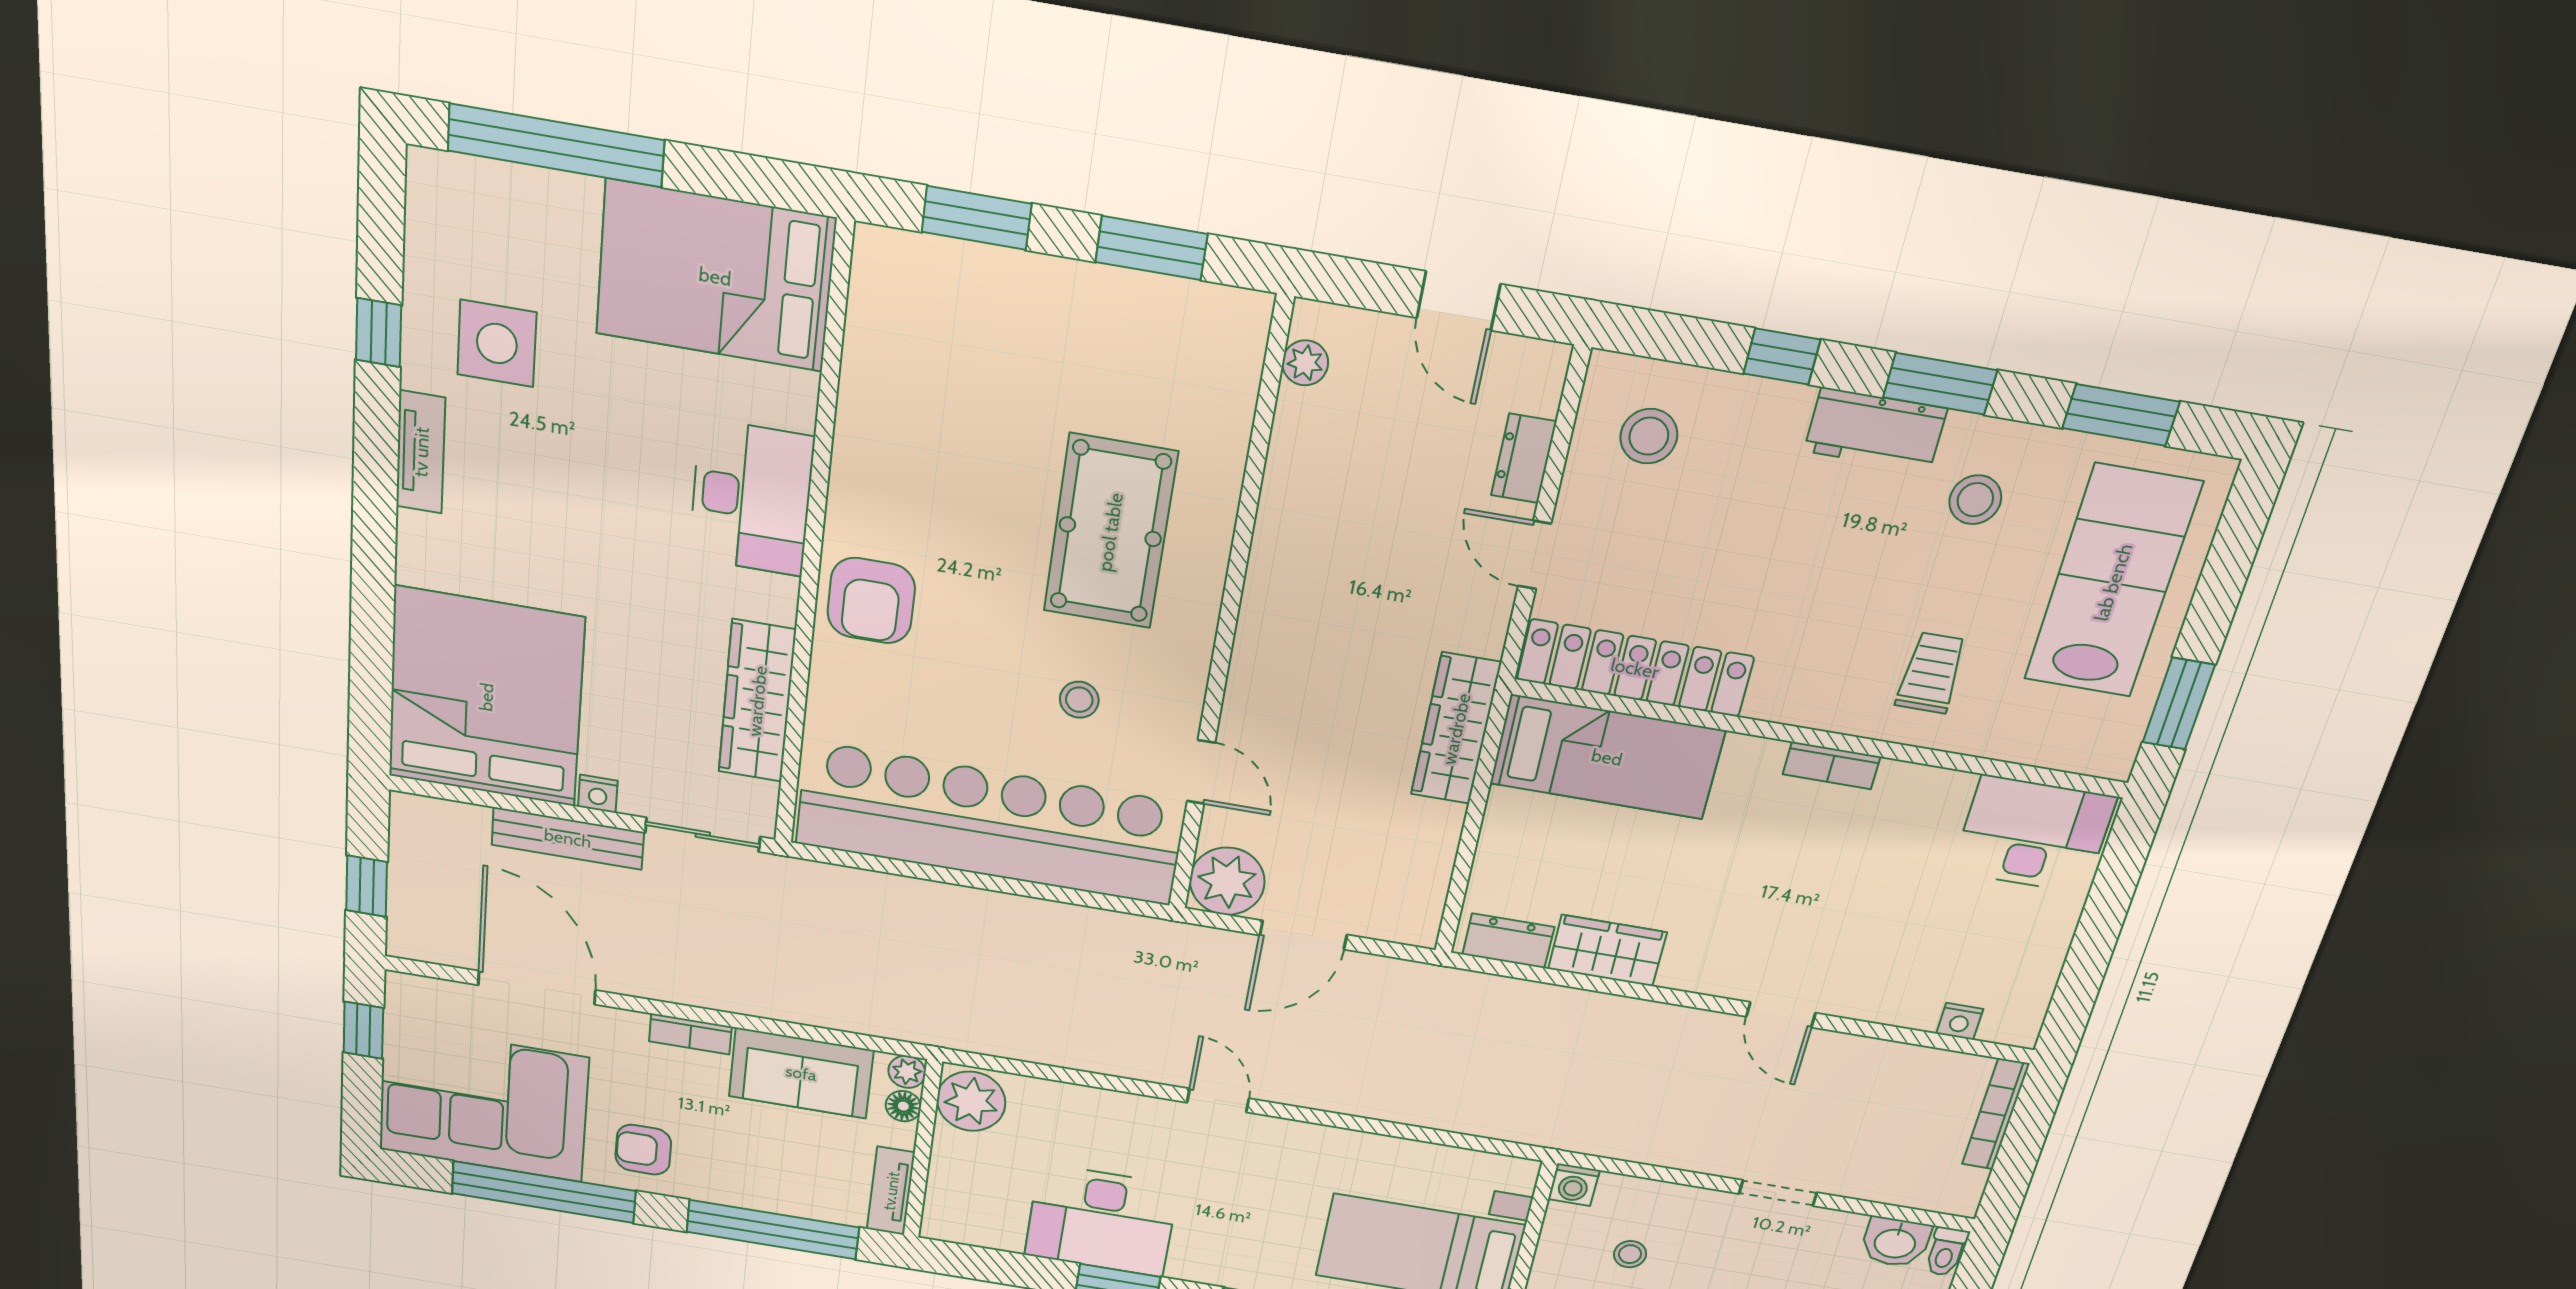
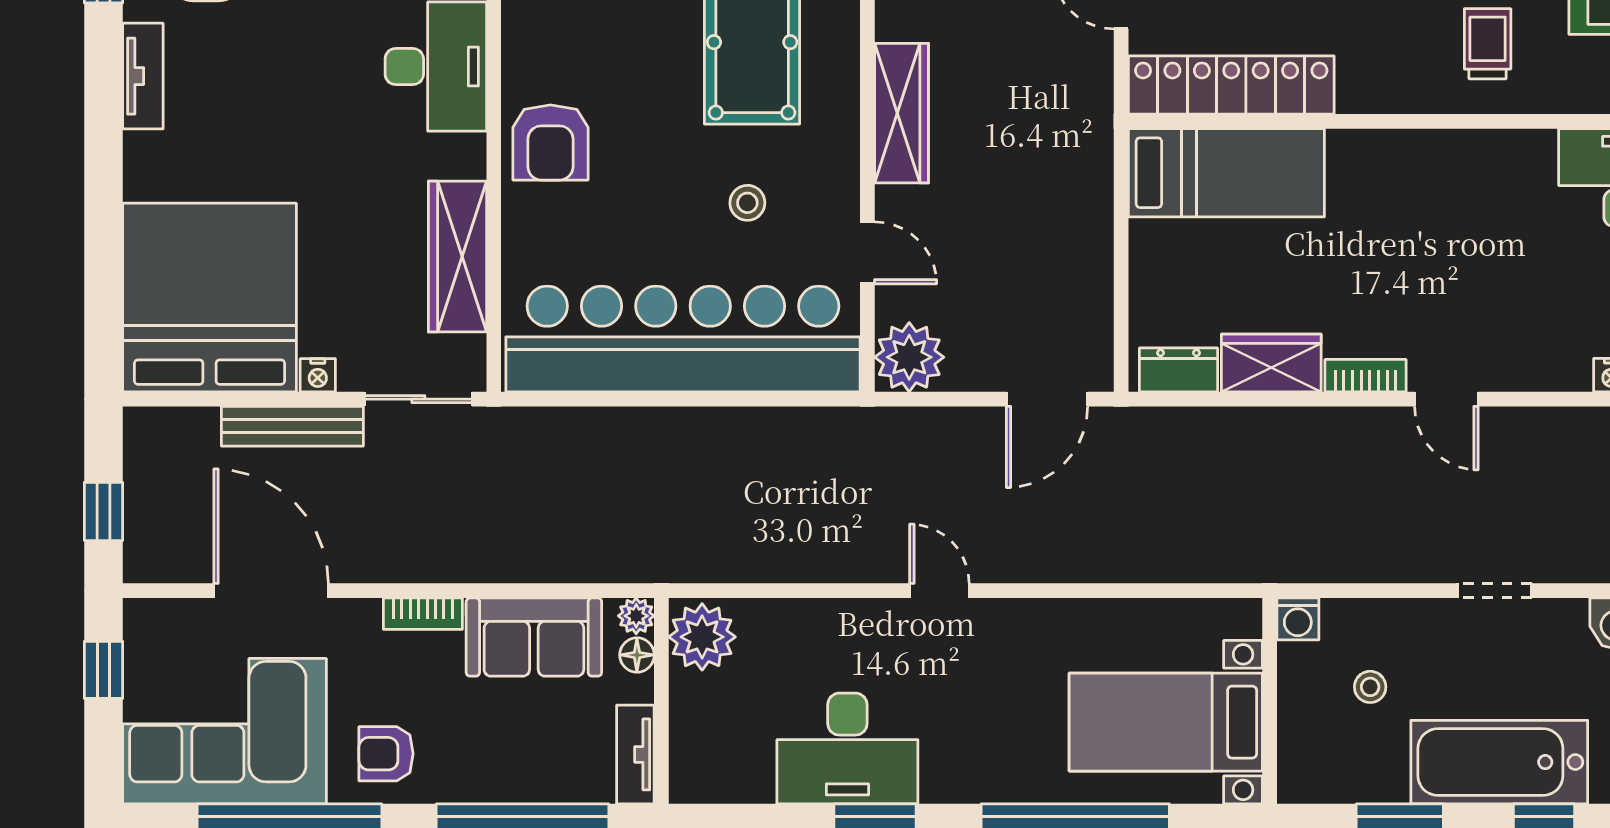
wardrobe: (1456, 729) -> (901, 113), moved, turned 180
bookcase: (1832, 765) -> (1365, 376), moved, turned 180
door: (1303, 935) -> (1047, 399), moved

